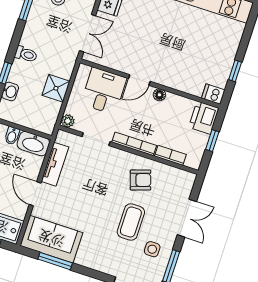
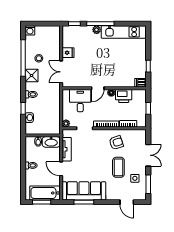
double door: (88, 33) -> (61, 72), swing flipped
shower: (56, 88) -> (32, 76), moved
printer: (204, 118) -> (124, 96), moved, turned -90
sofa: (51, 239) -> (84, 191), width x1.36

